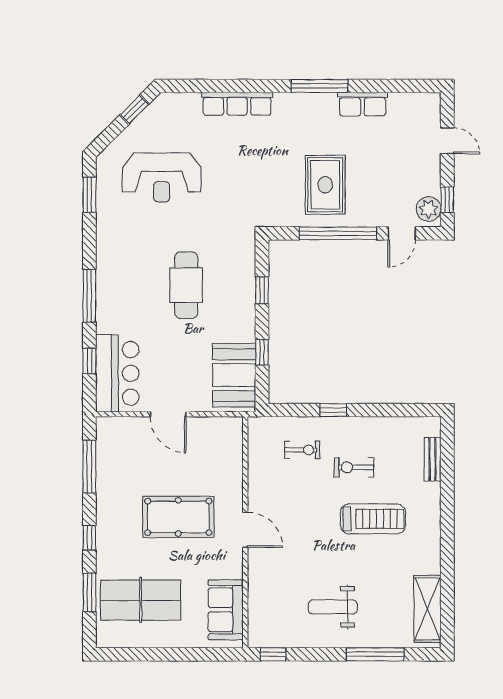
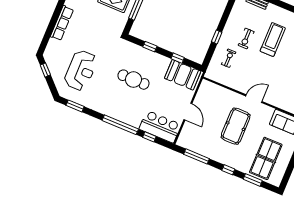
window: (89, 296) -> (120, 125), width x1.46
door: (168, 414) -> (188, 112), hinge flipped

